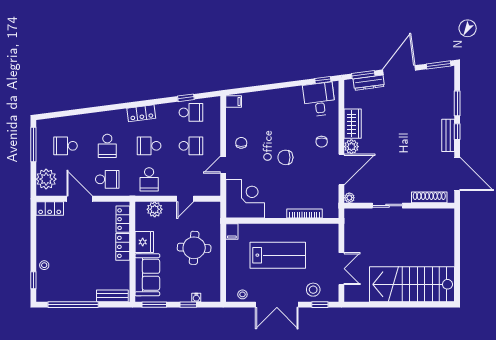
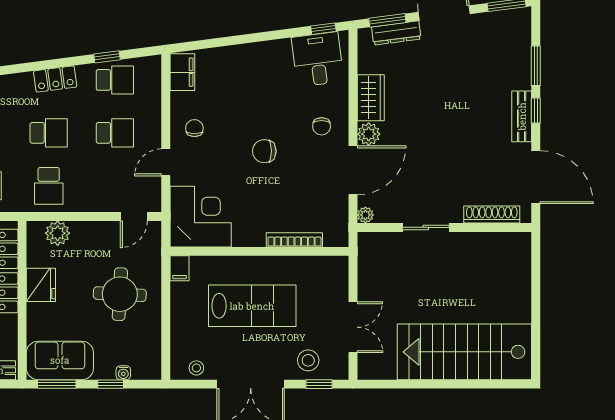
filing cabinet: (234, 102) -> (182, 72), width x2.00
locker: (141, 113) -> (55, 79), moved
school desk: (149, 146) -> (49, 133), turned 180
door: (185, 199) -> (134, 217), moved
sofa: (147, 275) -> (60, 360), moved, turned -90

